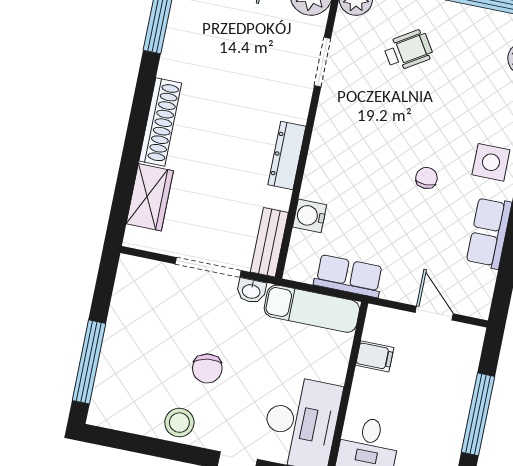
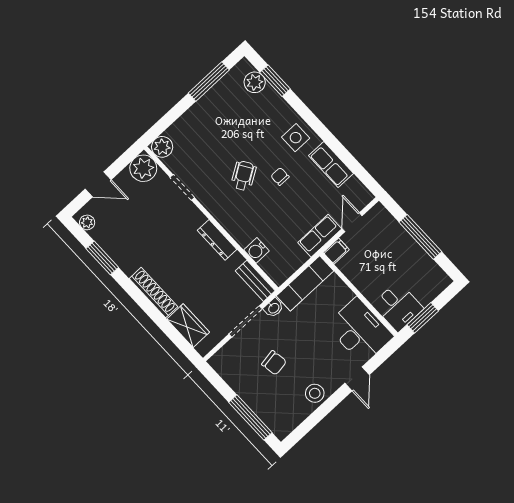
wheelchair: (408, 50) -> (244, 176), moved
row of seats: (349, 276) -> (320, 236), moved
door: (434, 313) -> (352, 222), hinge flipped
filing cabinet: (375, 356) -> (336, 251), moved
chair: (207, 368) -> (274, 363), moved

